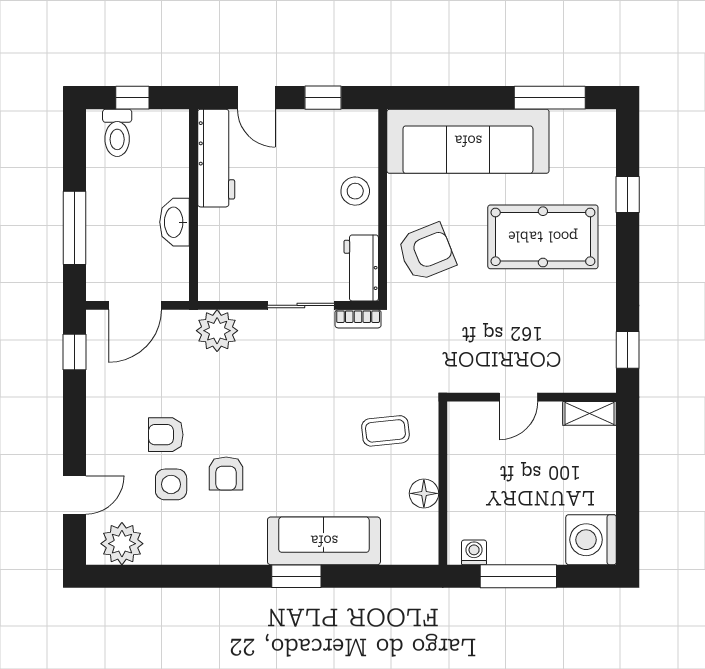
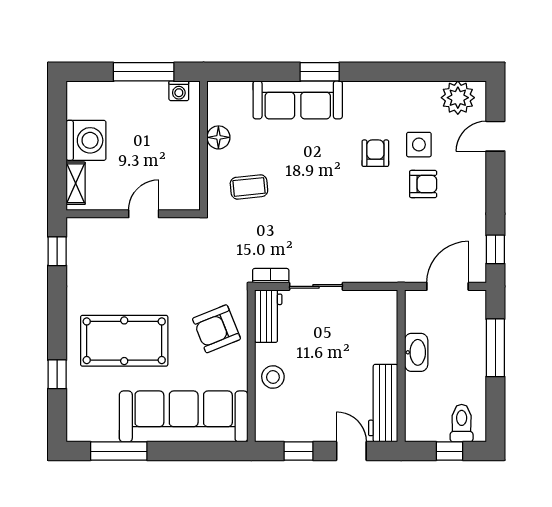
plant: (217, 331) -> (382, 266), removed
shelving: (589, 413) -> (76, 183), moved, turned 90
washing machine: (591, 540) -> (86, 140), moved

